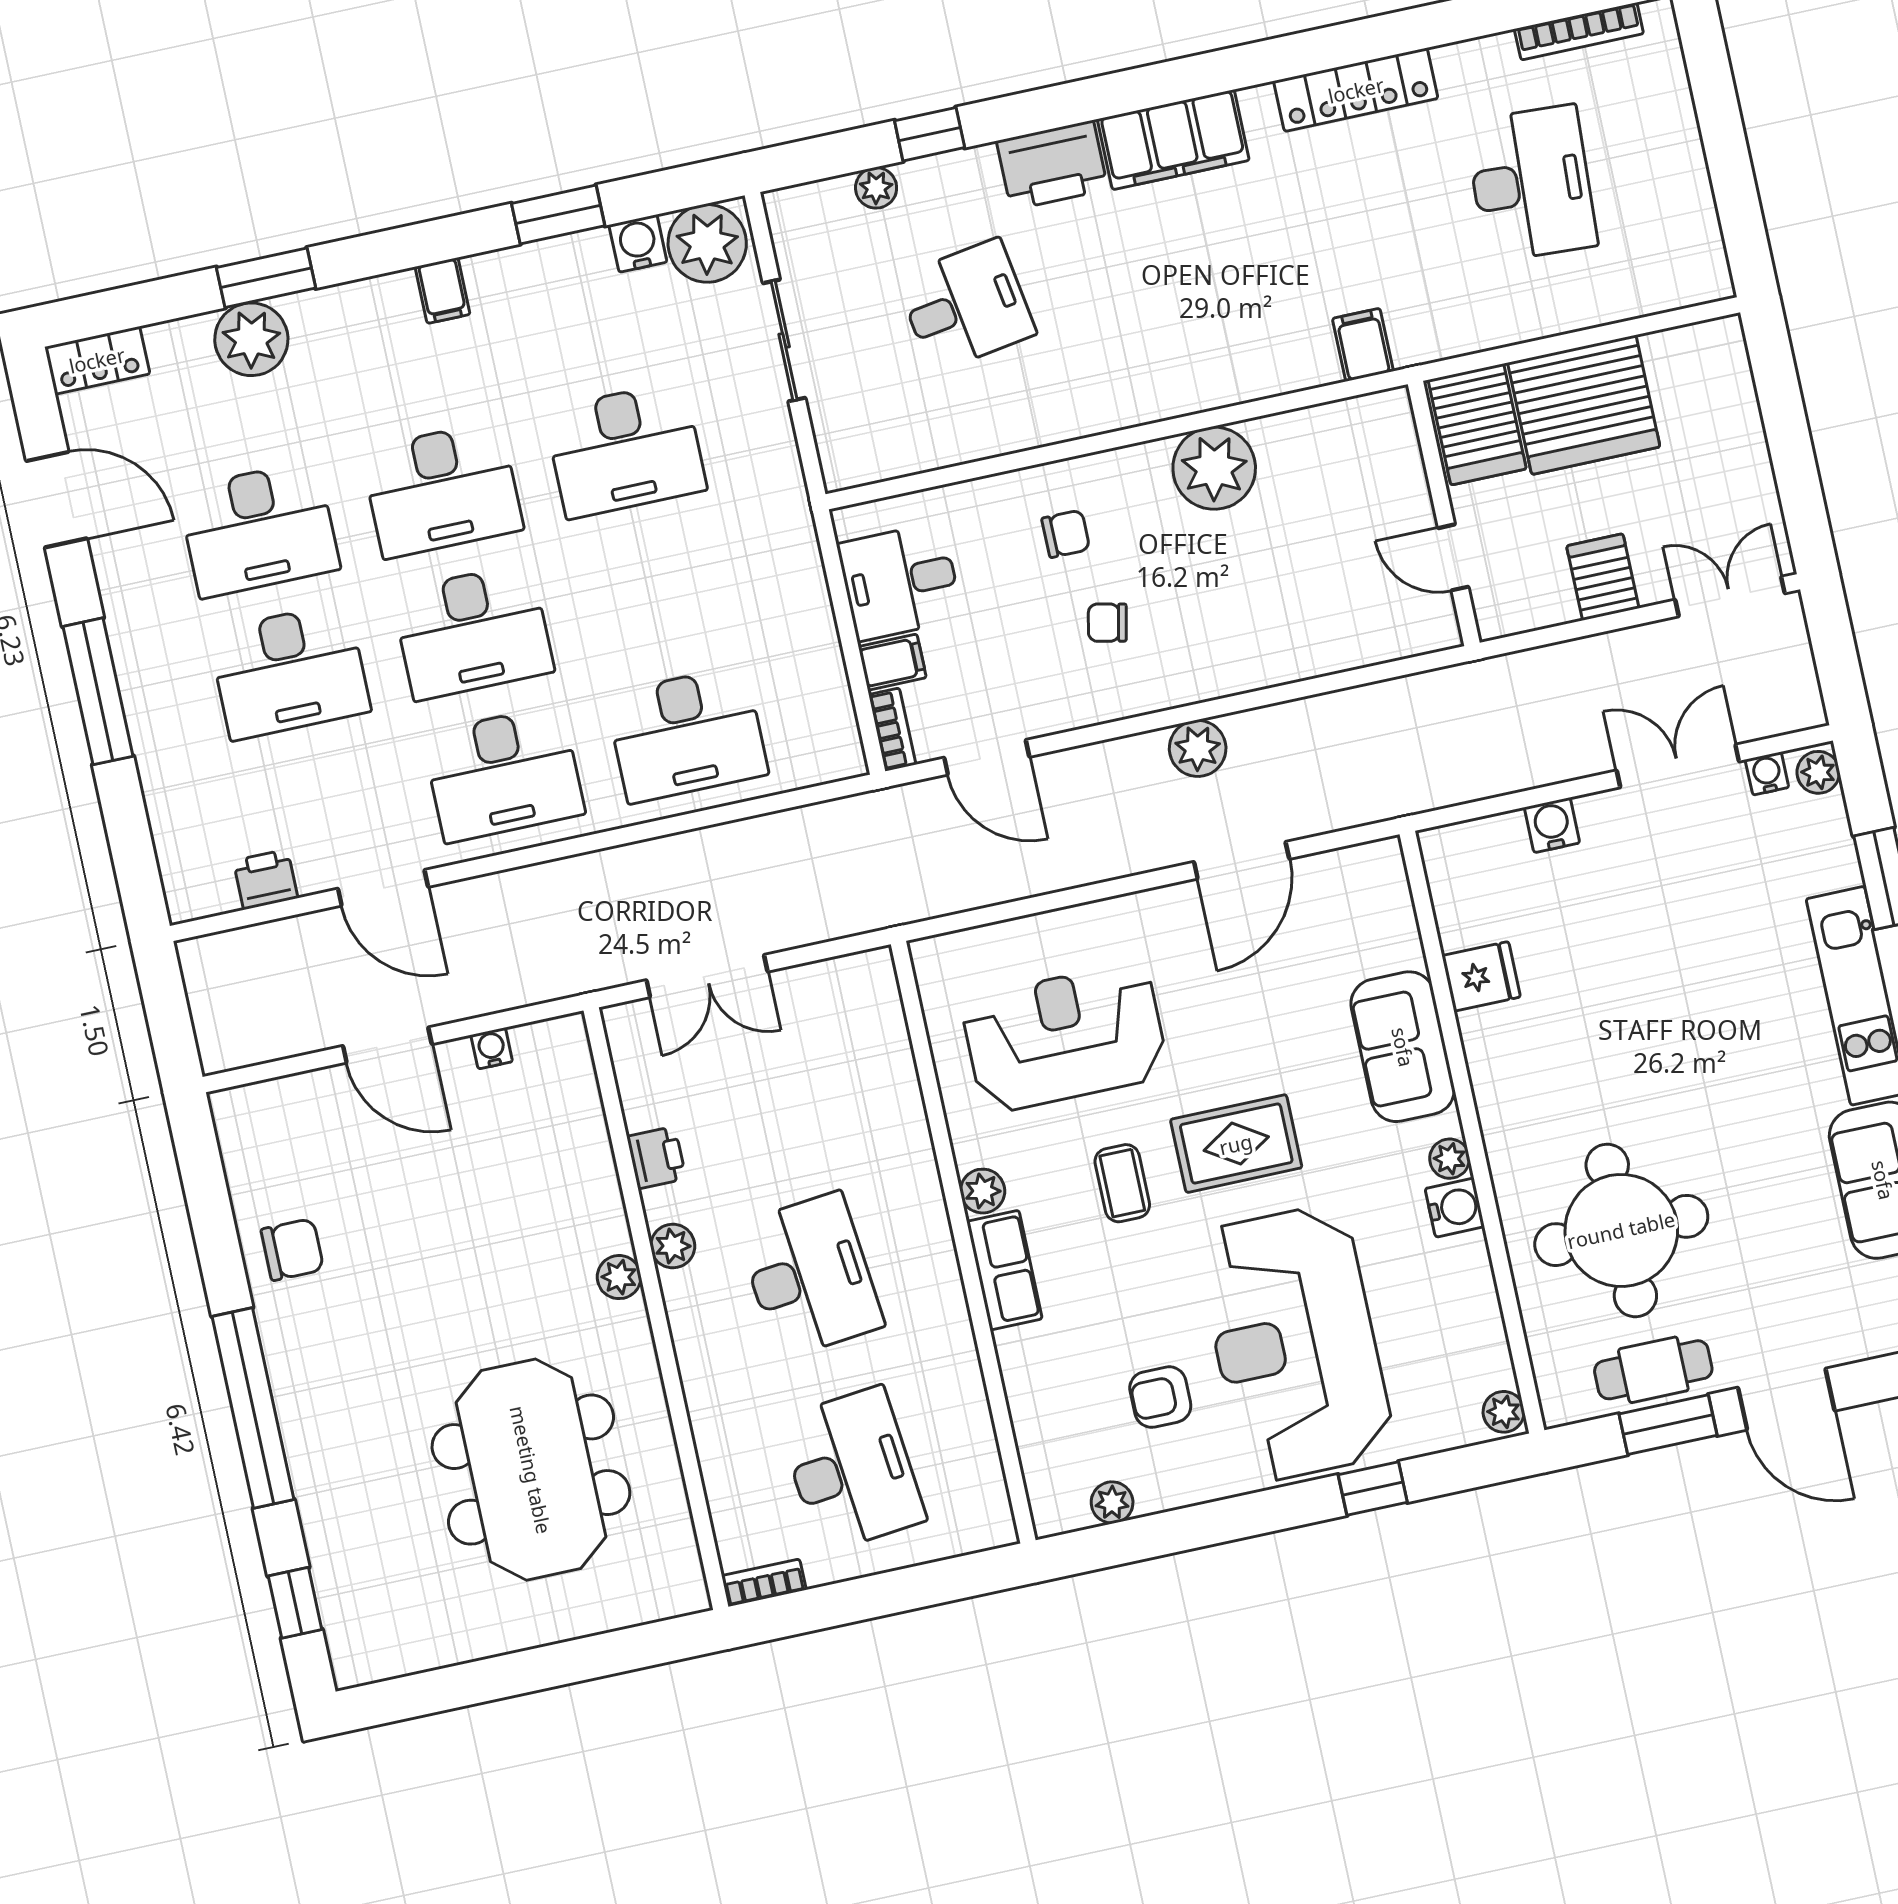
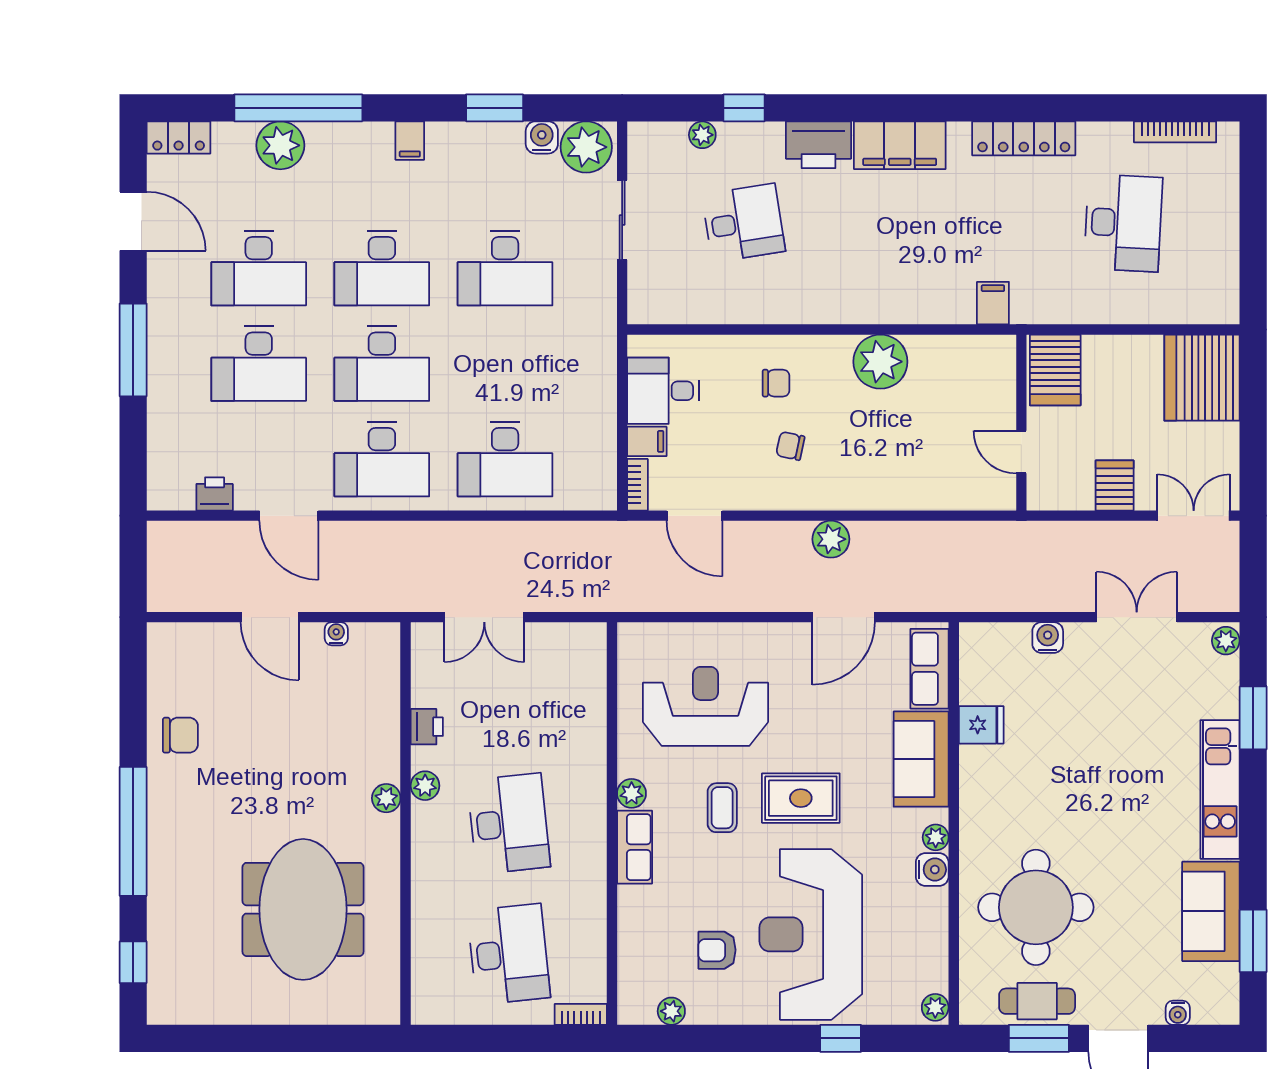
window: (266, 278) -> (298, 108), width x2.11
server rack: (1584, 405) -> (1202, 378), moved, turned 90
water cooler: (1767, 773) -> (1178, 1013), moved, turned 180
row of seats: (1386, 910) -> (930, 669), added
bookcase: (764, 1583) -> (581, 1014), moved

